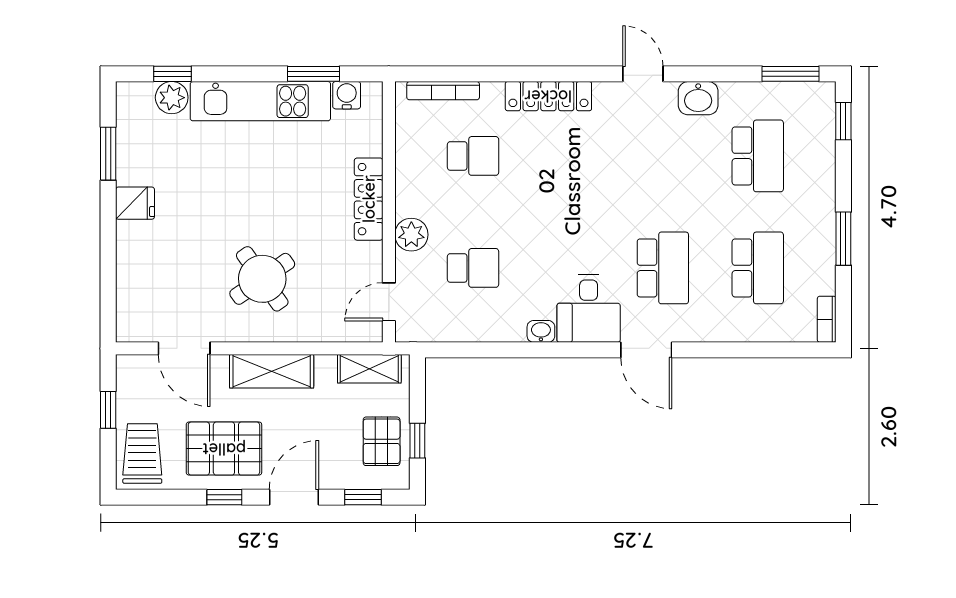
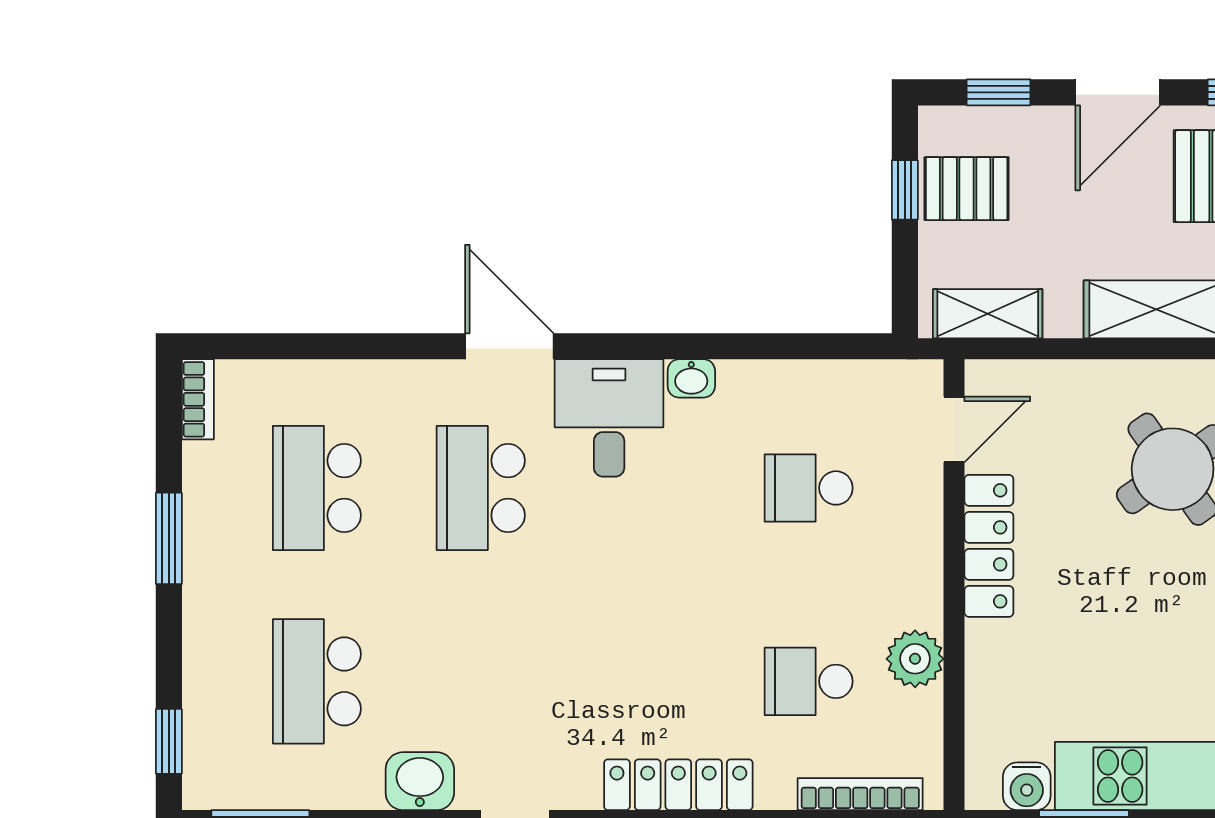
locker: (369, 199) -> (989, 546), moved
plant: (411, 235) -> (915, 659), moved
pallet: (382, 441) -> (967, 189), turned 90

